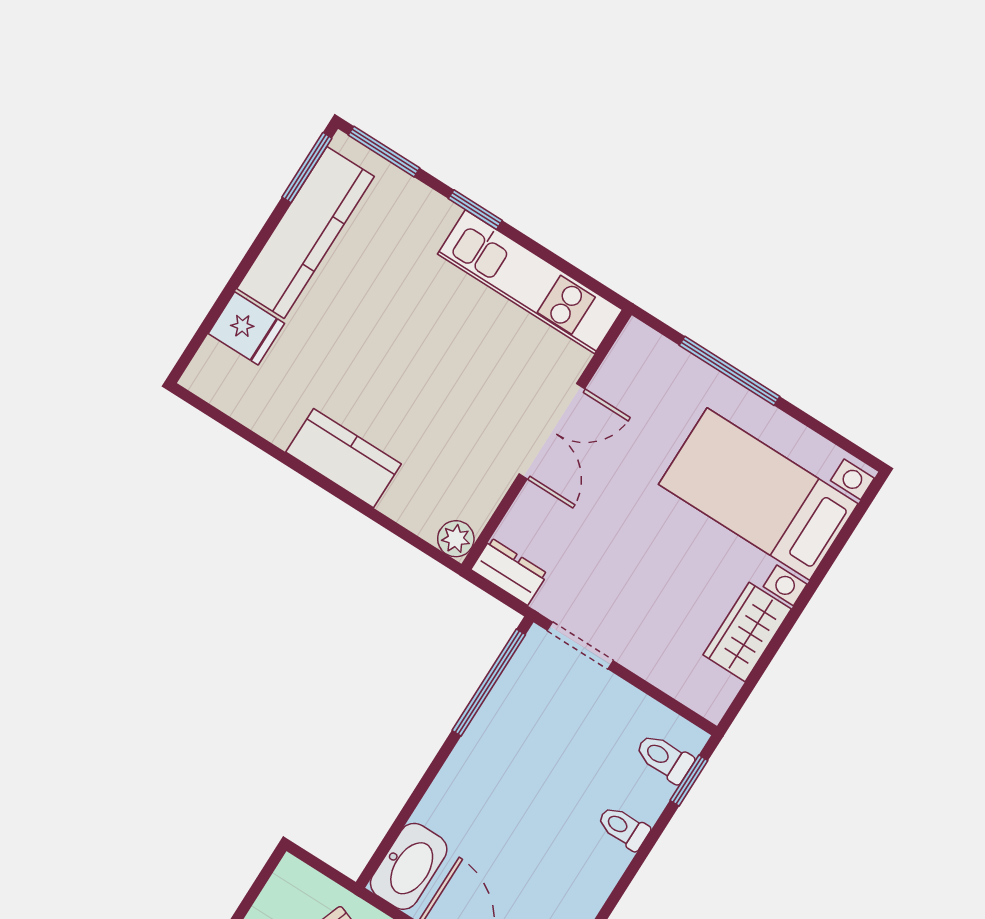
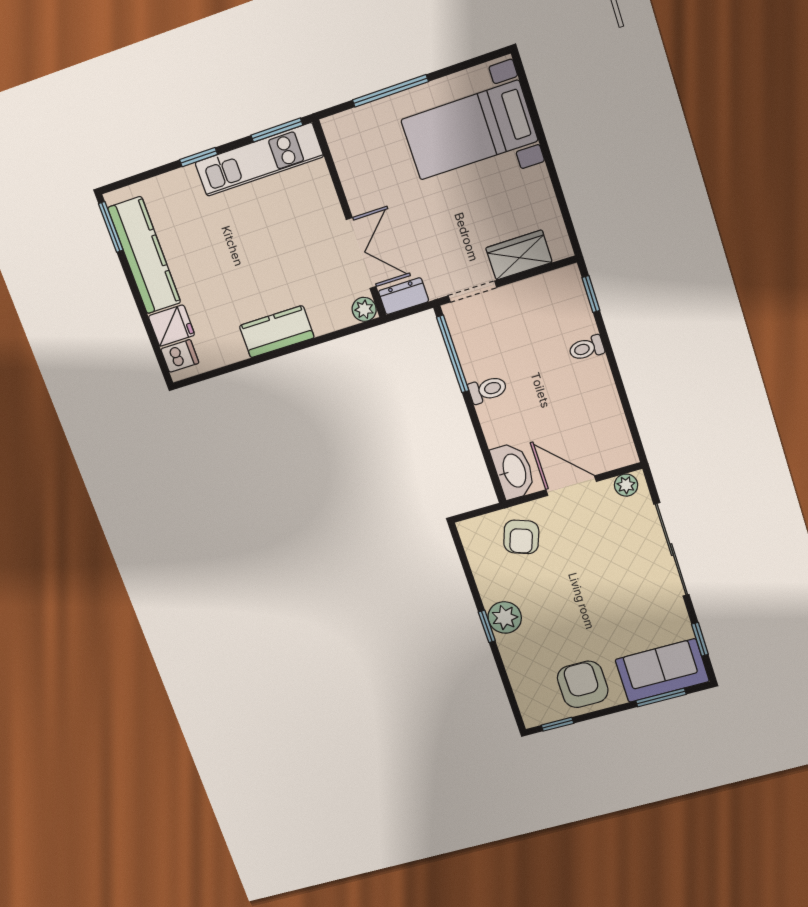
window: (384, 152) -> (277, 130), moved
dishwasher: (217, 366) -> (180, 356), added
double door: (552, 431) -> (361, 253), moved
wardrobe: (747, 632) -> (519, 255), moved, turned 90
toilet: (664, 758) -> (488, 390), moved, turned 180

